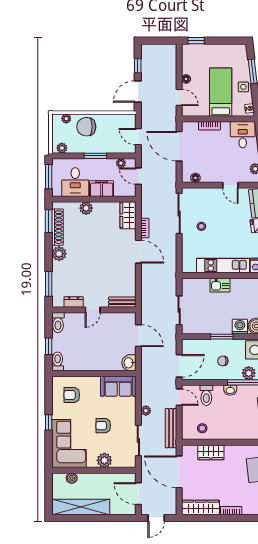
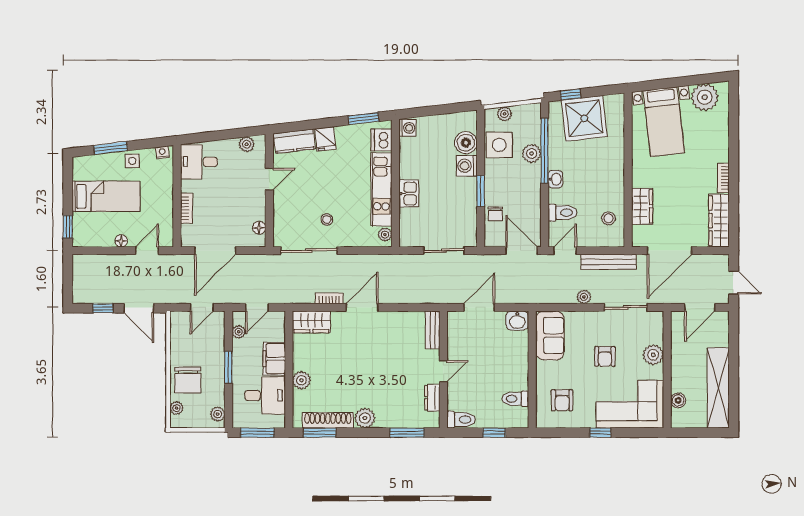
bed: (221, 92) -> (106, 196), moved, turned 180
plant: (191, 268) -> (385, 235), added
door: (93, 310) -> (443, 371), hinge flipped
toilet: (58, 361) -> (515, 399), moved
chair: (223, 361) -> (495, 214), moved

